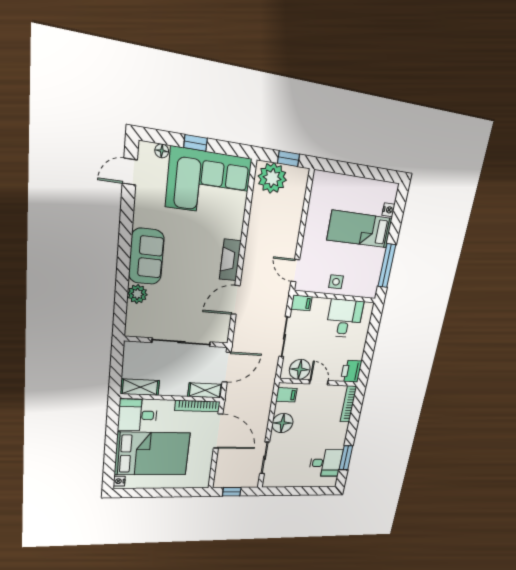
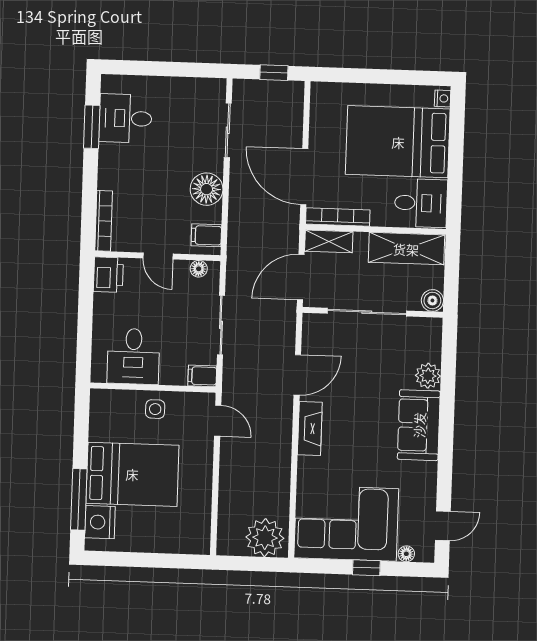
window: (288, 159) -> (246, 564), removed
nightstand: (389, 210) -> (100, 522), width x1.89, depth x1.79
bed: (360, 229) -> (132, 474), width x1.50
window: (387, 266) -> (79, 499), moved
boiler: (132, 349) -> (432, 300), added
floor lamp: (300, 369) -> (199, 269), width x0.53, depth x0.53
shelving: (140, 387) -> (406, 249), width x1.50, depth x1.33

